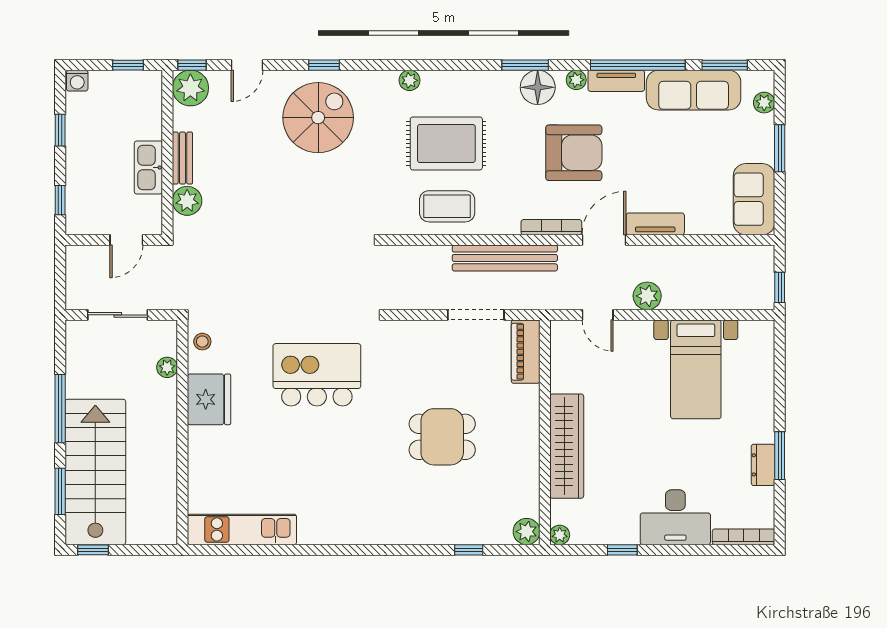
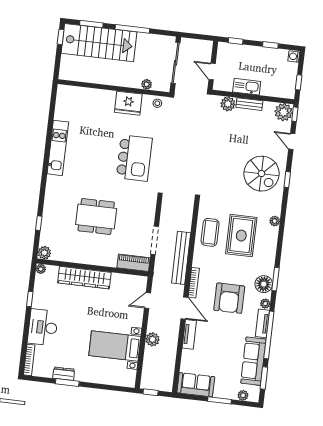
plant: (647, 296) -> (153, 339), moved
sliding door: (118, 315) -> (175, 63), width x1.37
dining table: (442, 437) -> (96, 216), width x1.38
kitchen unit: (242, 529) -> (58, 148), moved

